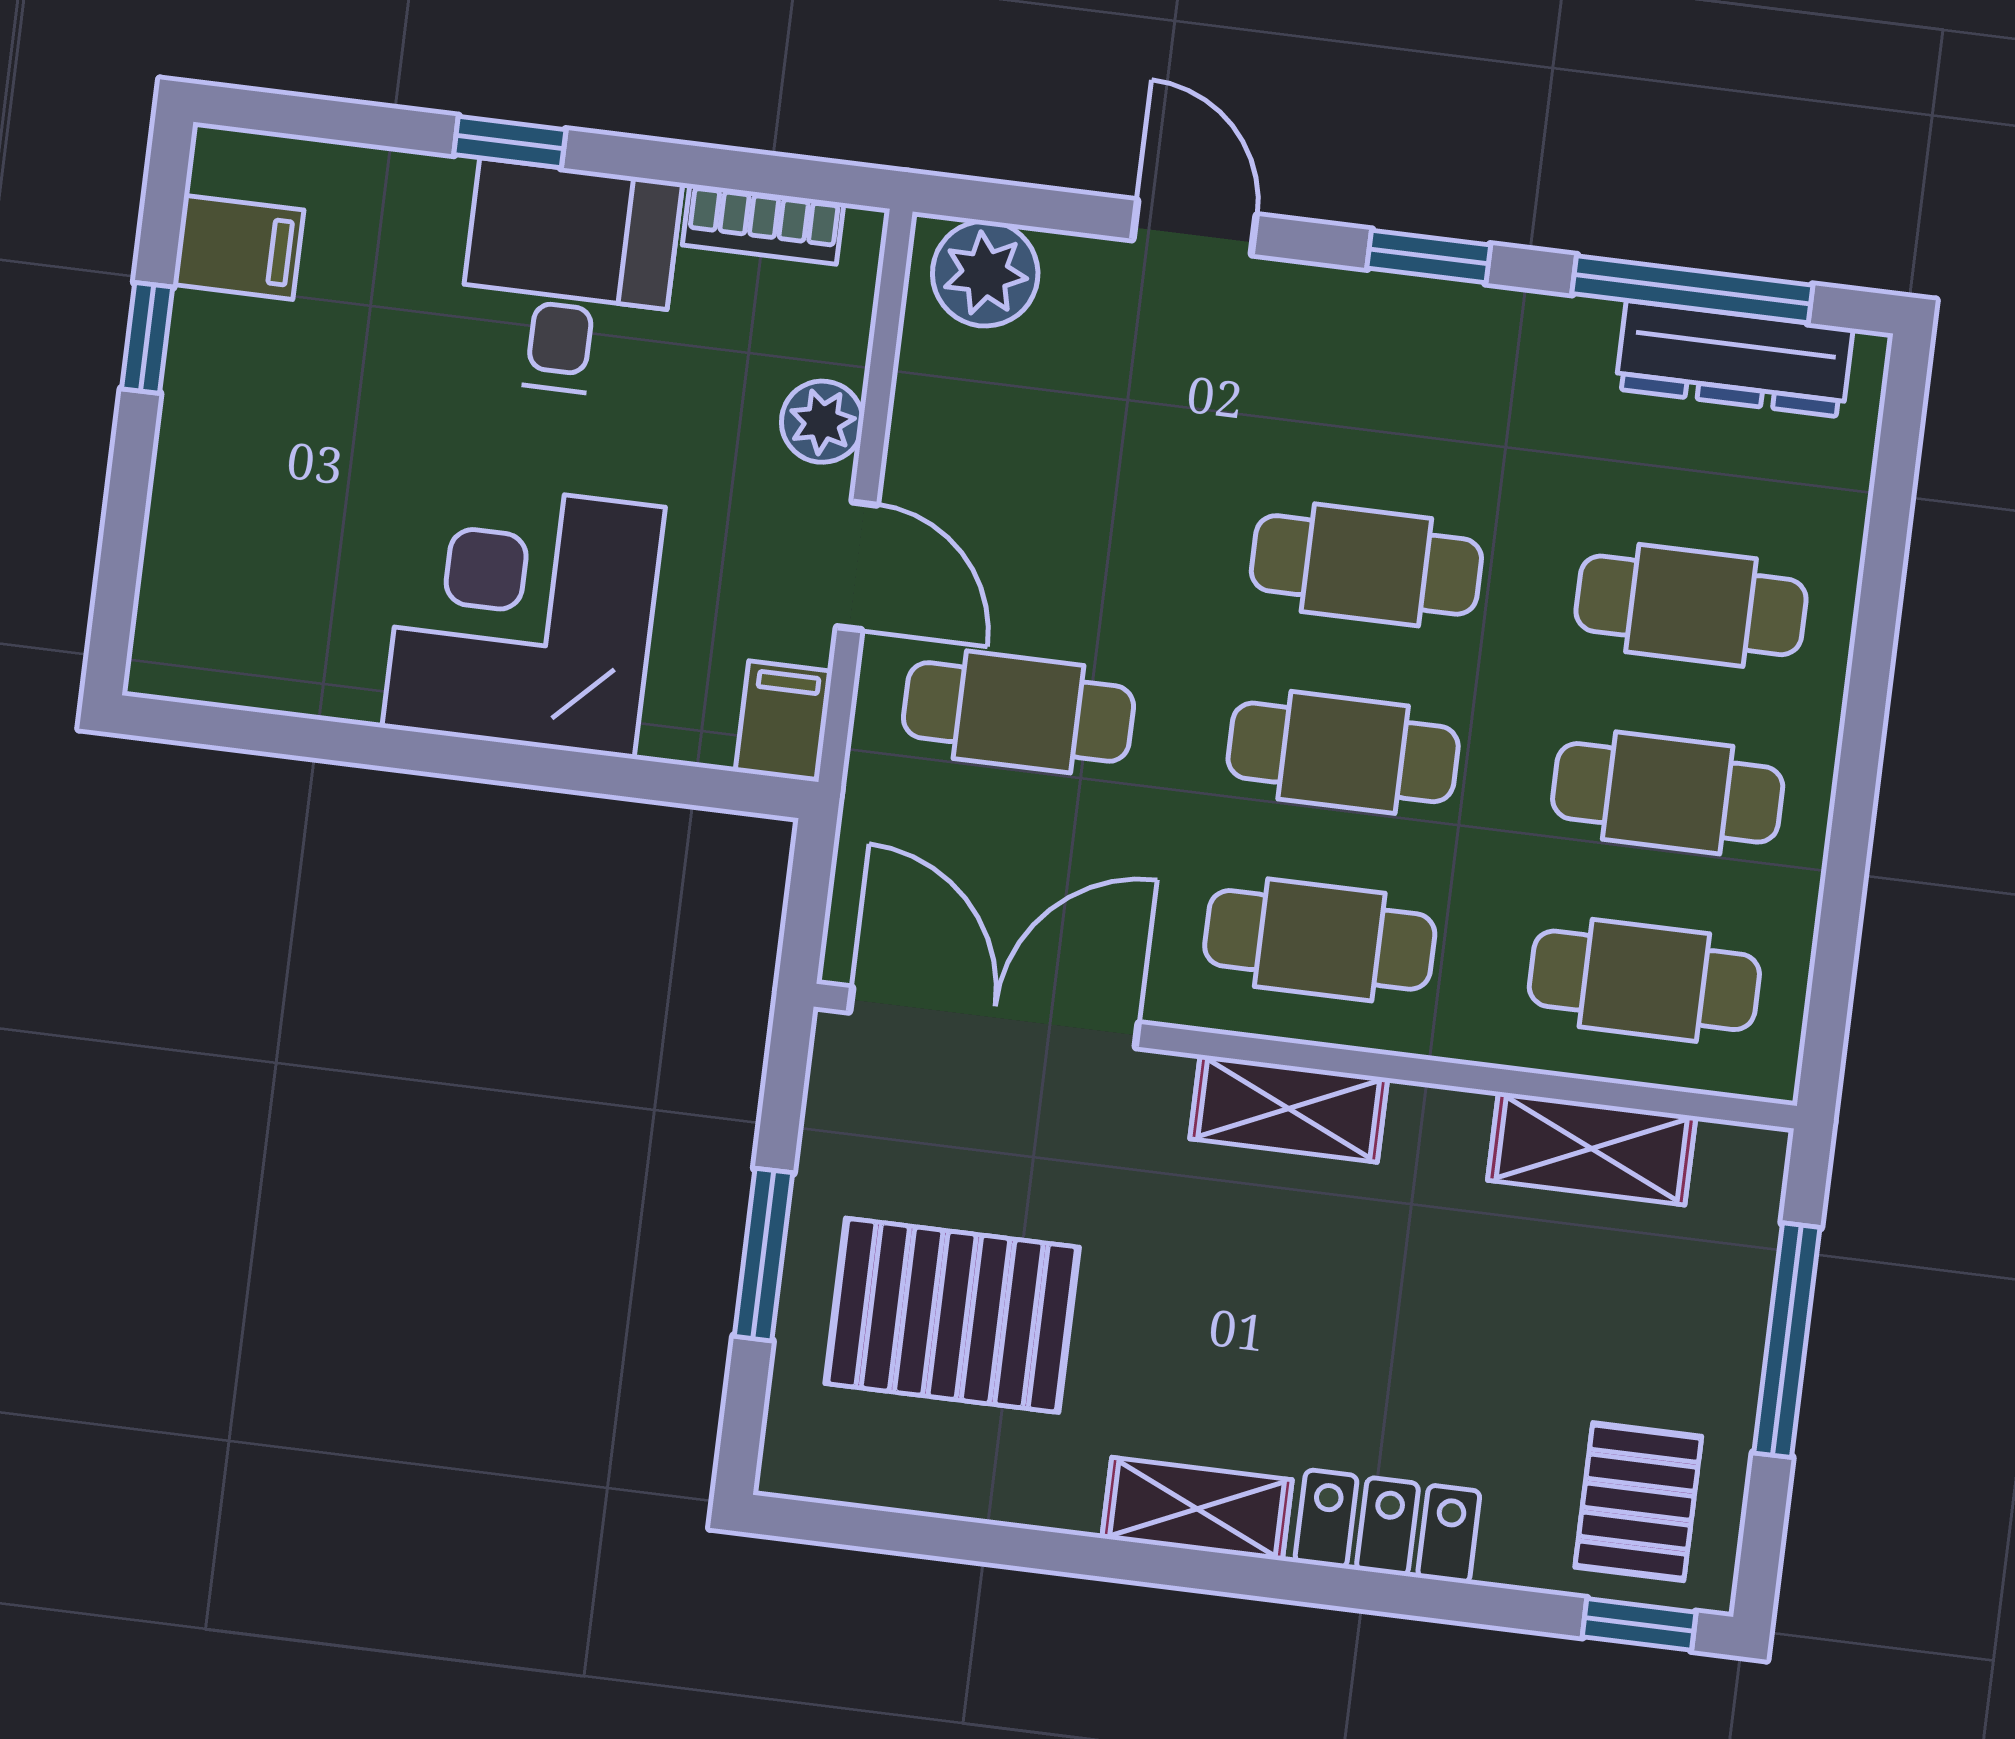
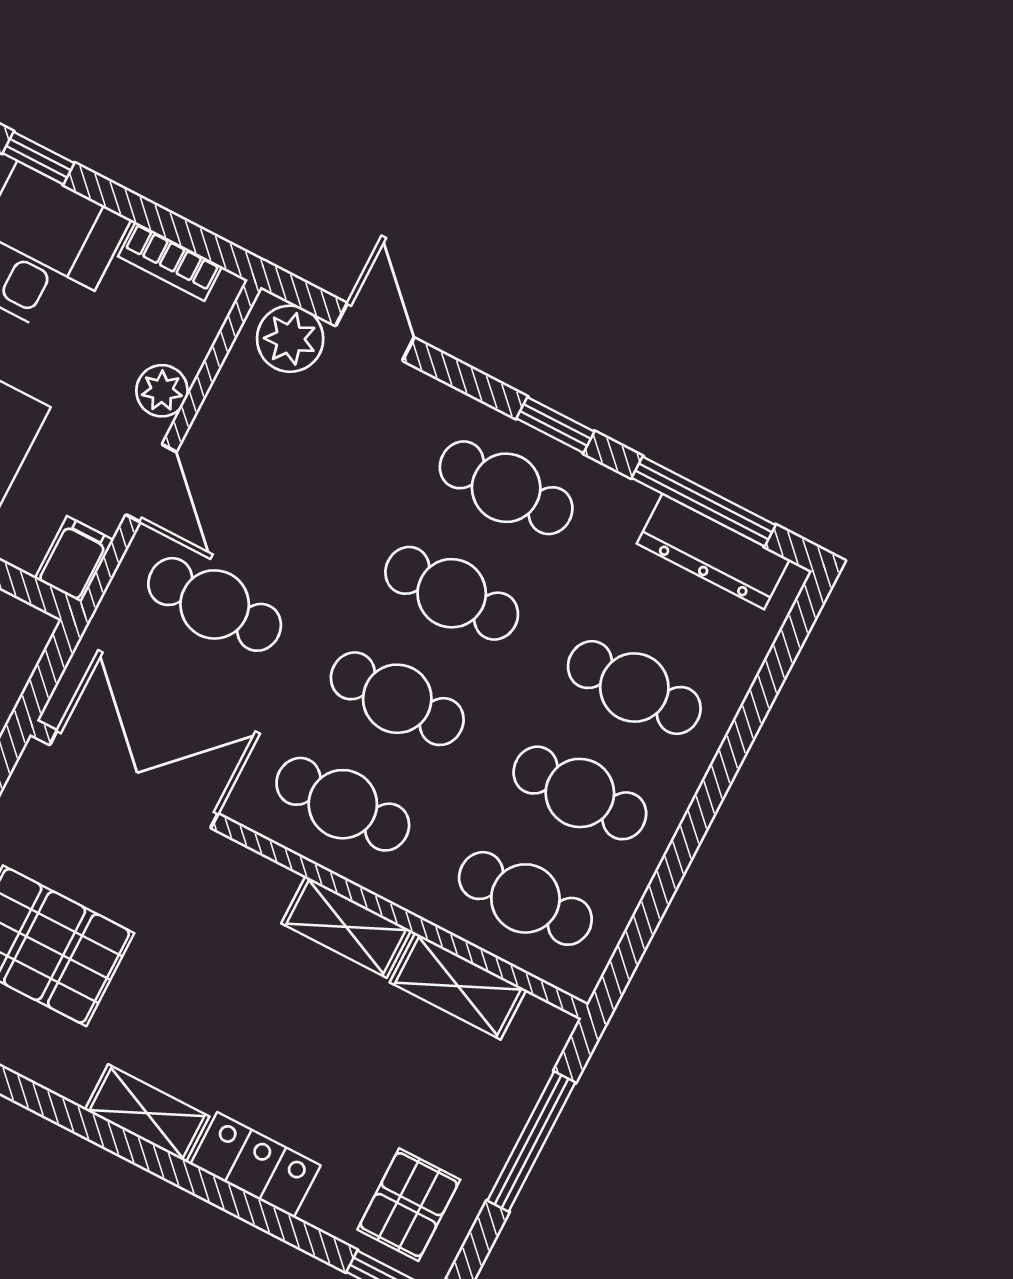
door: (1195, 227) -> (375, 332), moved
cafe table: (1390, 377) -> (506, 488), added
shelving: (1289, 1108) -> (346, 927), moved

